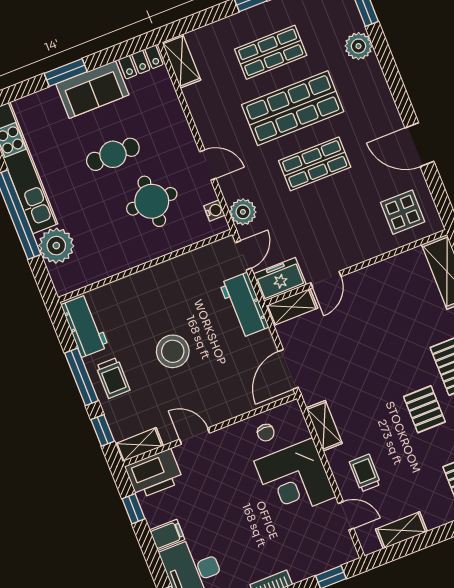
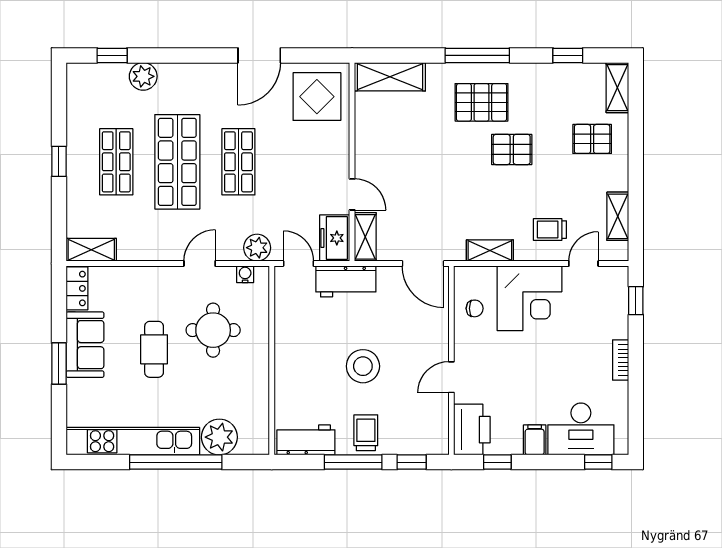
display table: (403, 212) -> (317, 97), width x1.36, depth x1.36
trolley: (113, 378) -> (366, 433), turned -90
shelving: (139, 445) -> (439, 433), removed

